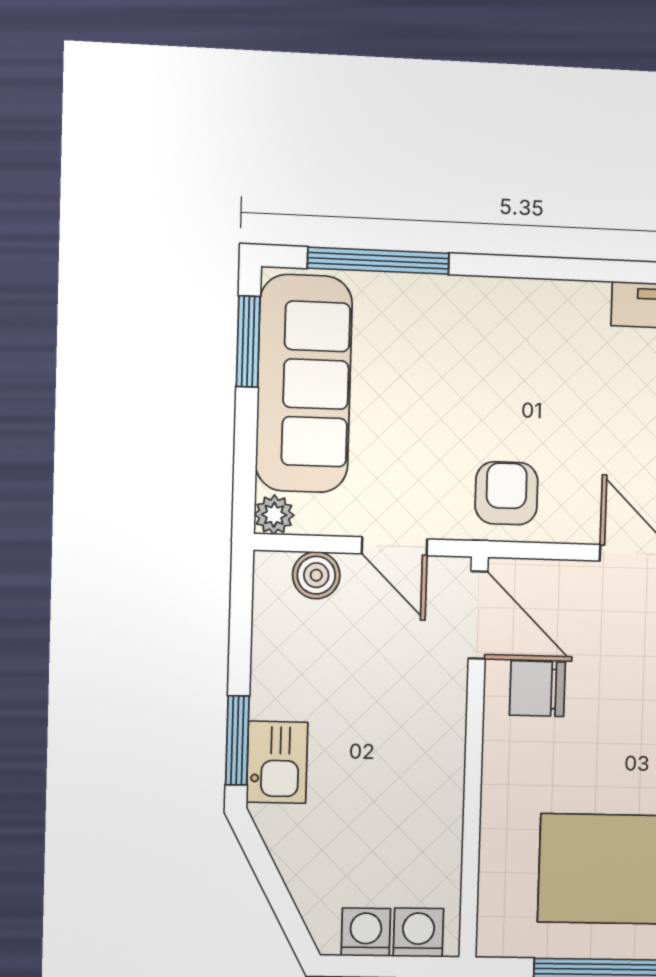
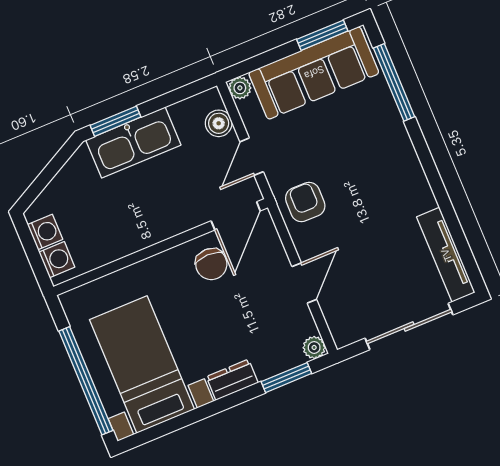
armchair: (506, 493) -> (305, 202), turned -90
chair: (537, 689) -> (211, 264), turned 180
kitchen sink: (277, 762) -> (133, 143), width x1.88, depth x1.24

